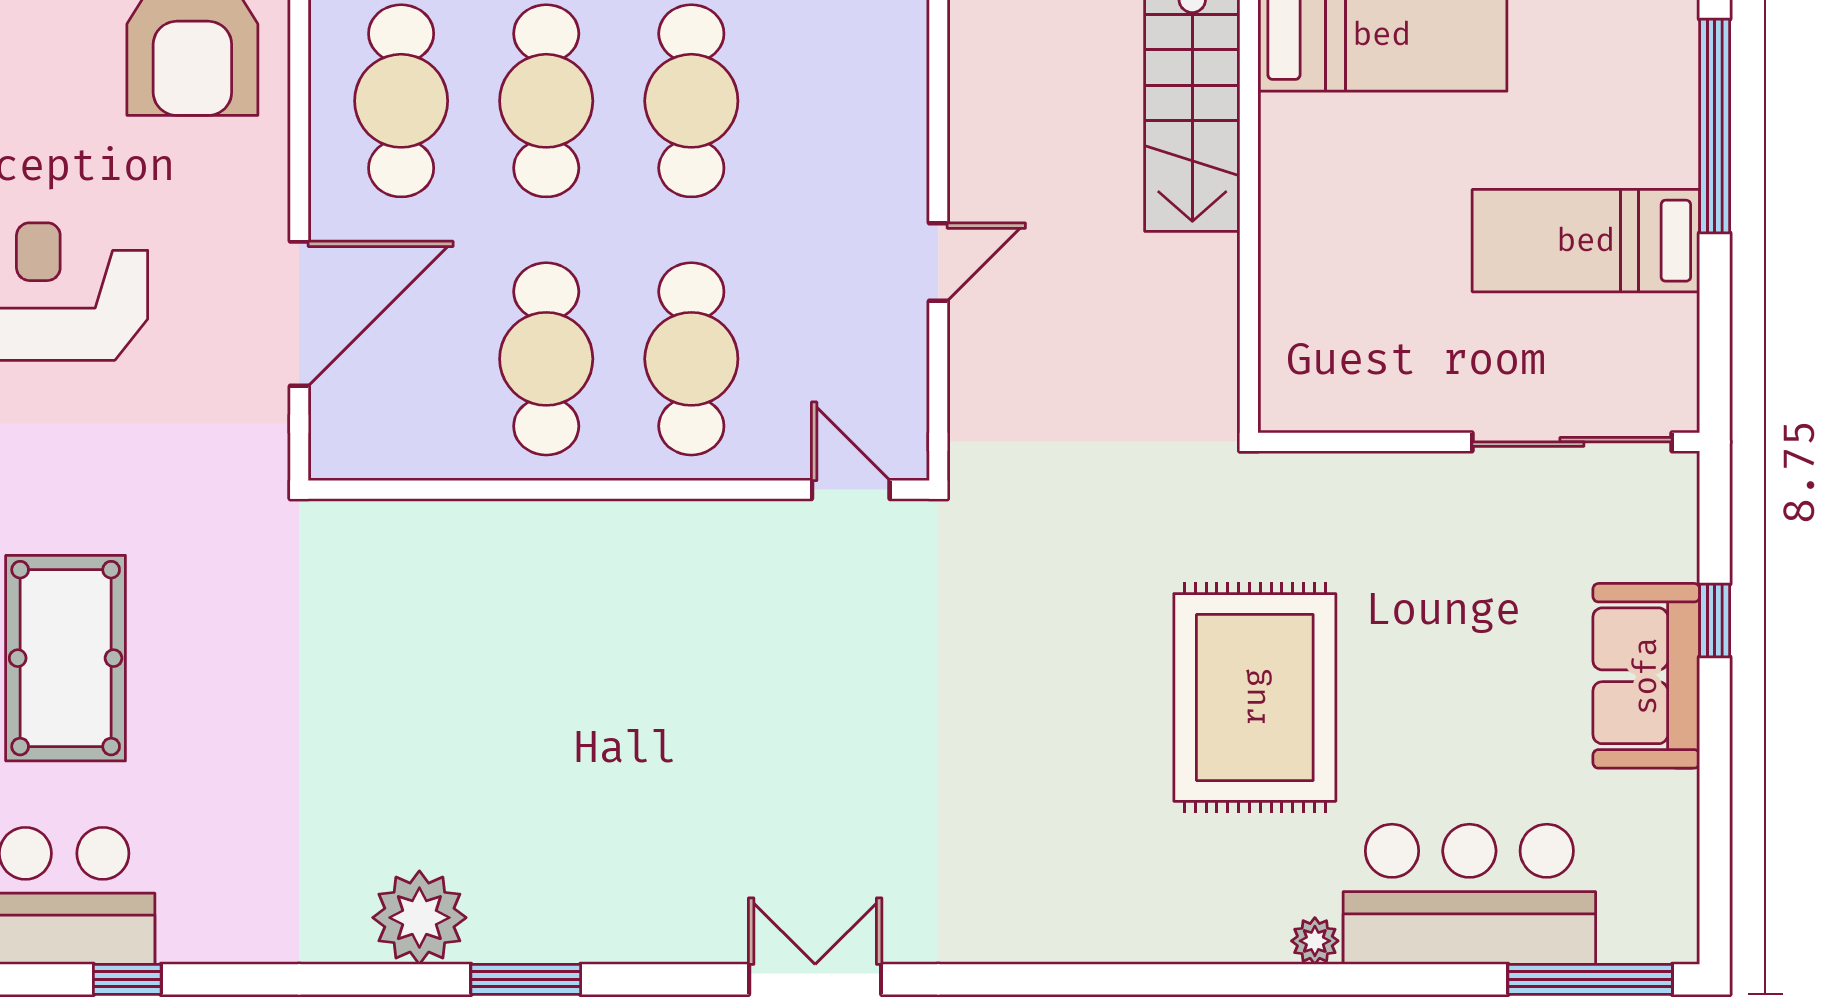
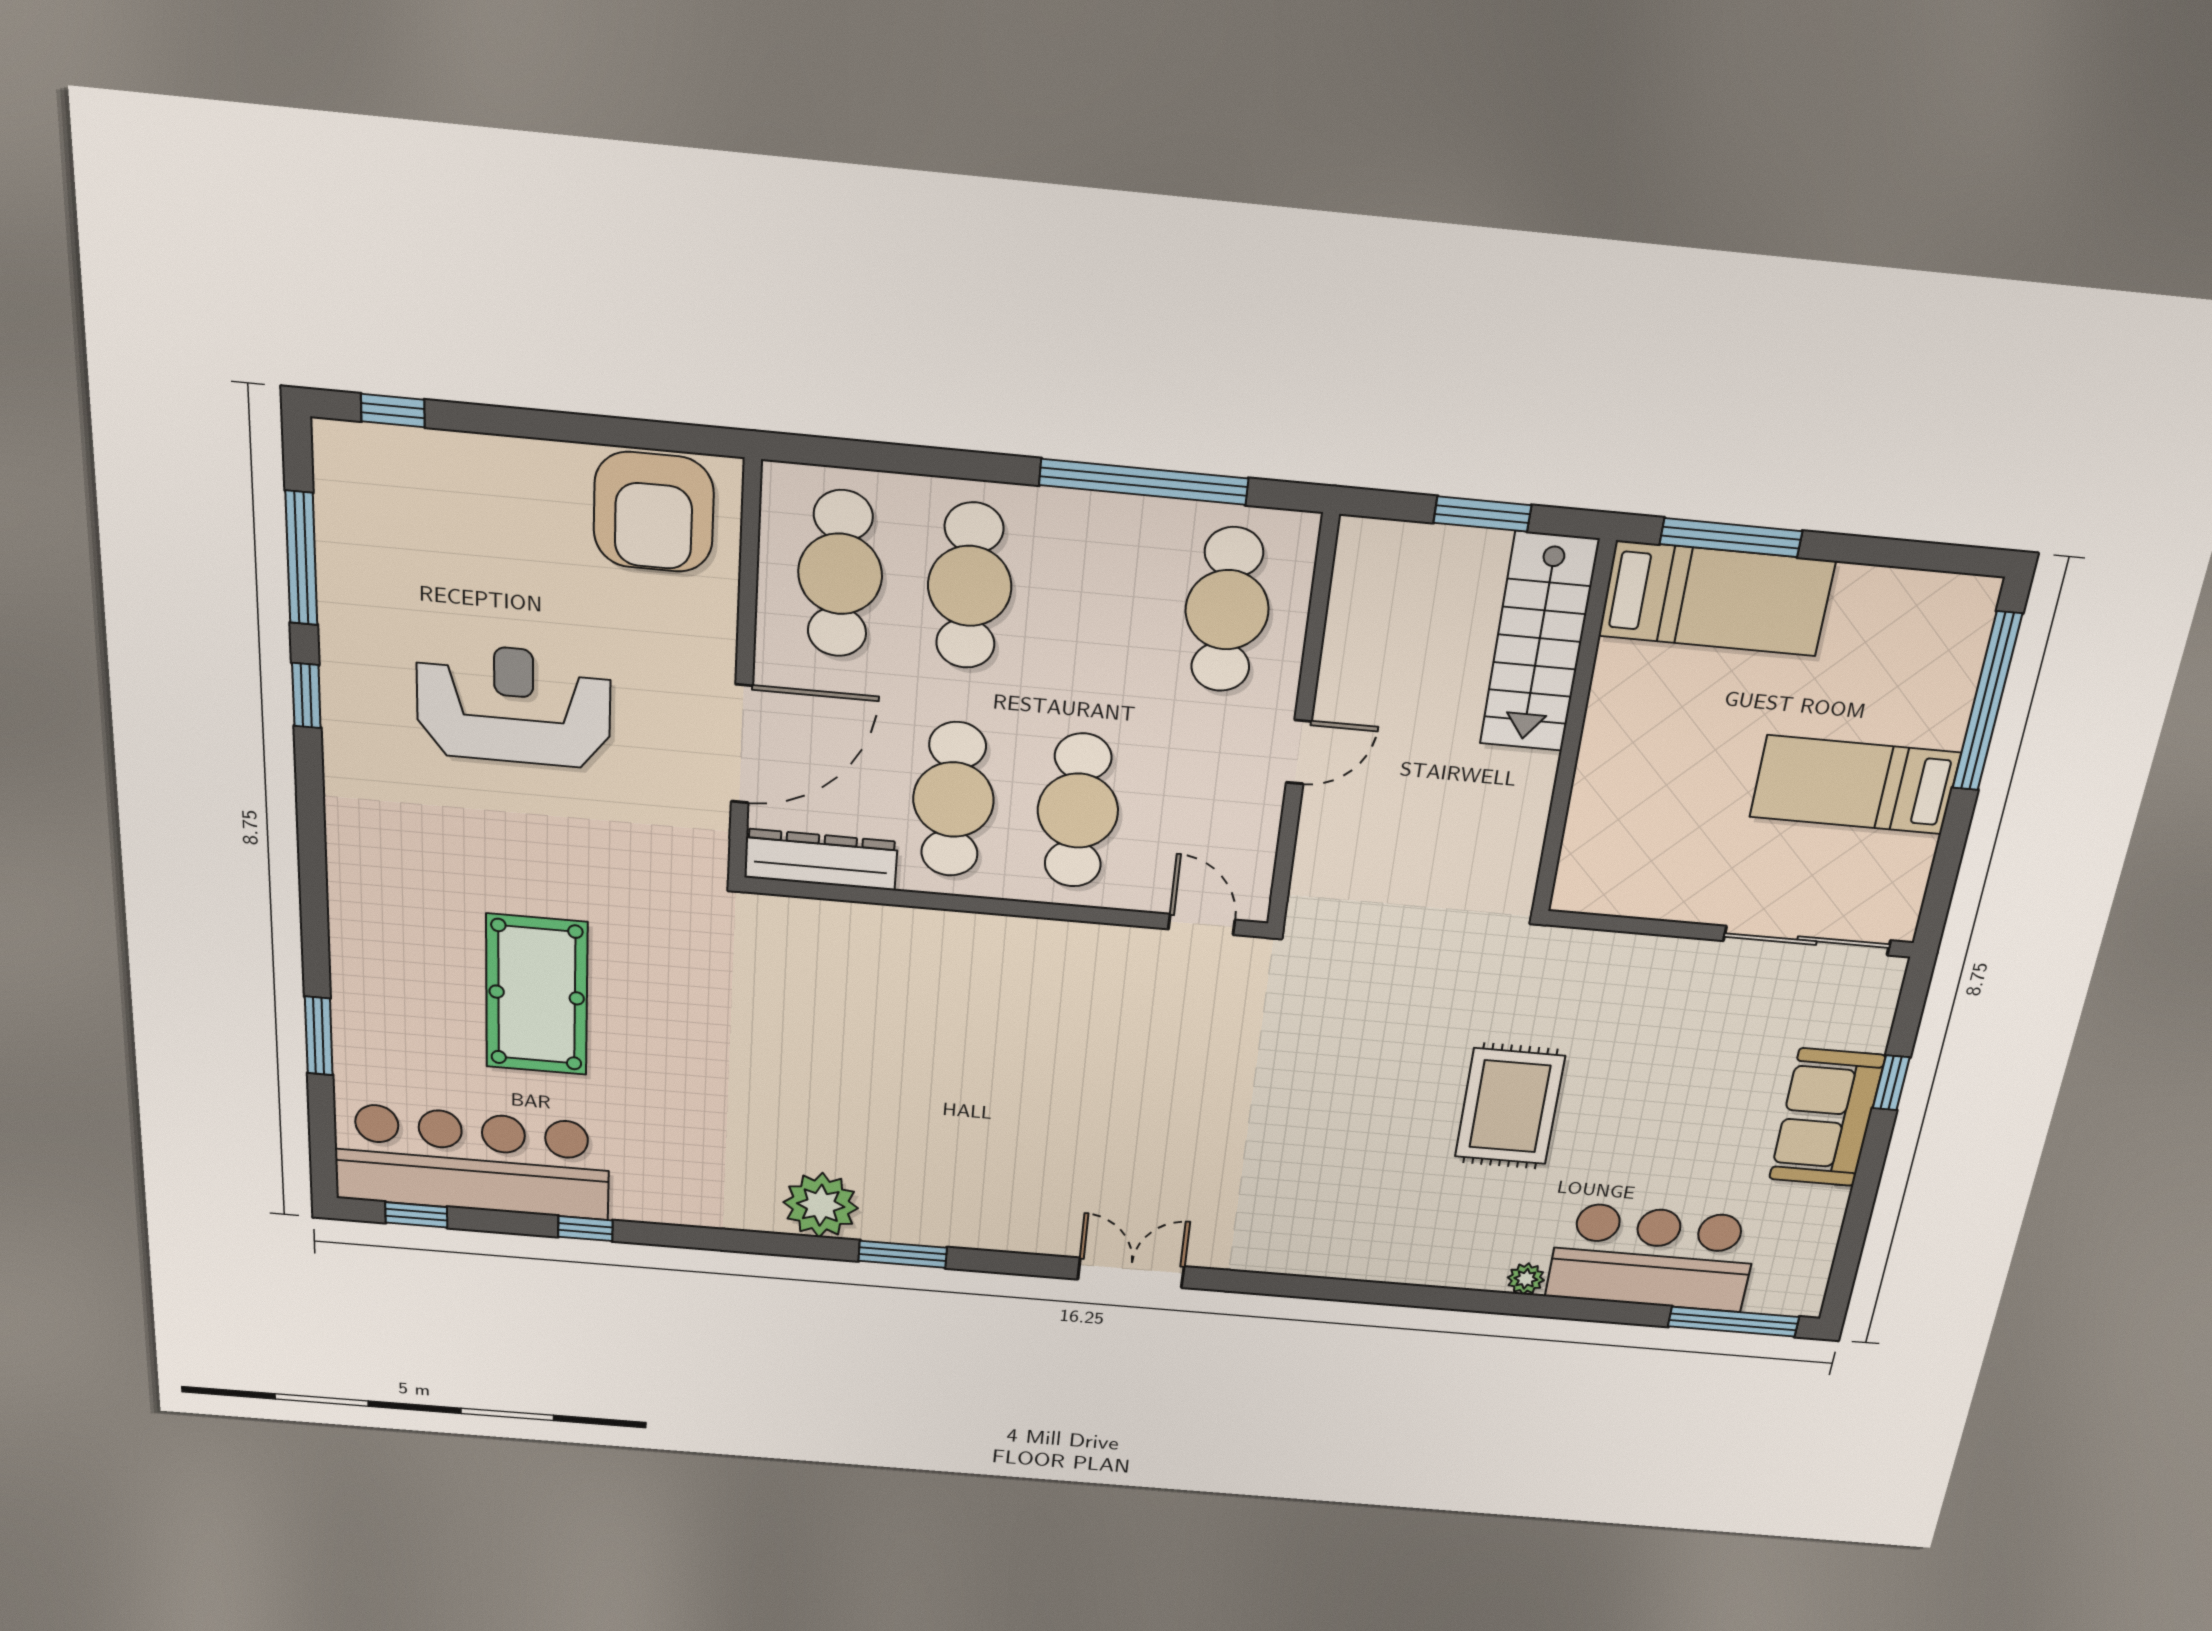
cafe table: (691, 101) -> (1227, 610), moved
dresser: (397, 449) -> (821, 860), added
rug: (1255, 697) -> (1510, 1106), width x0.73, depth x0.69

